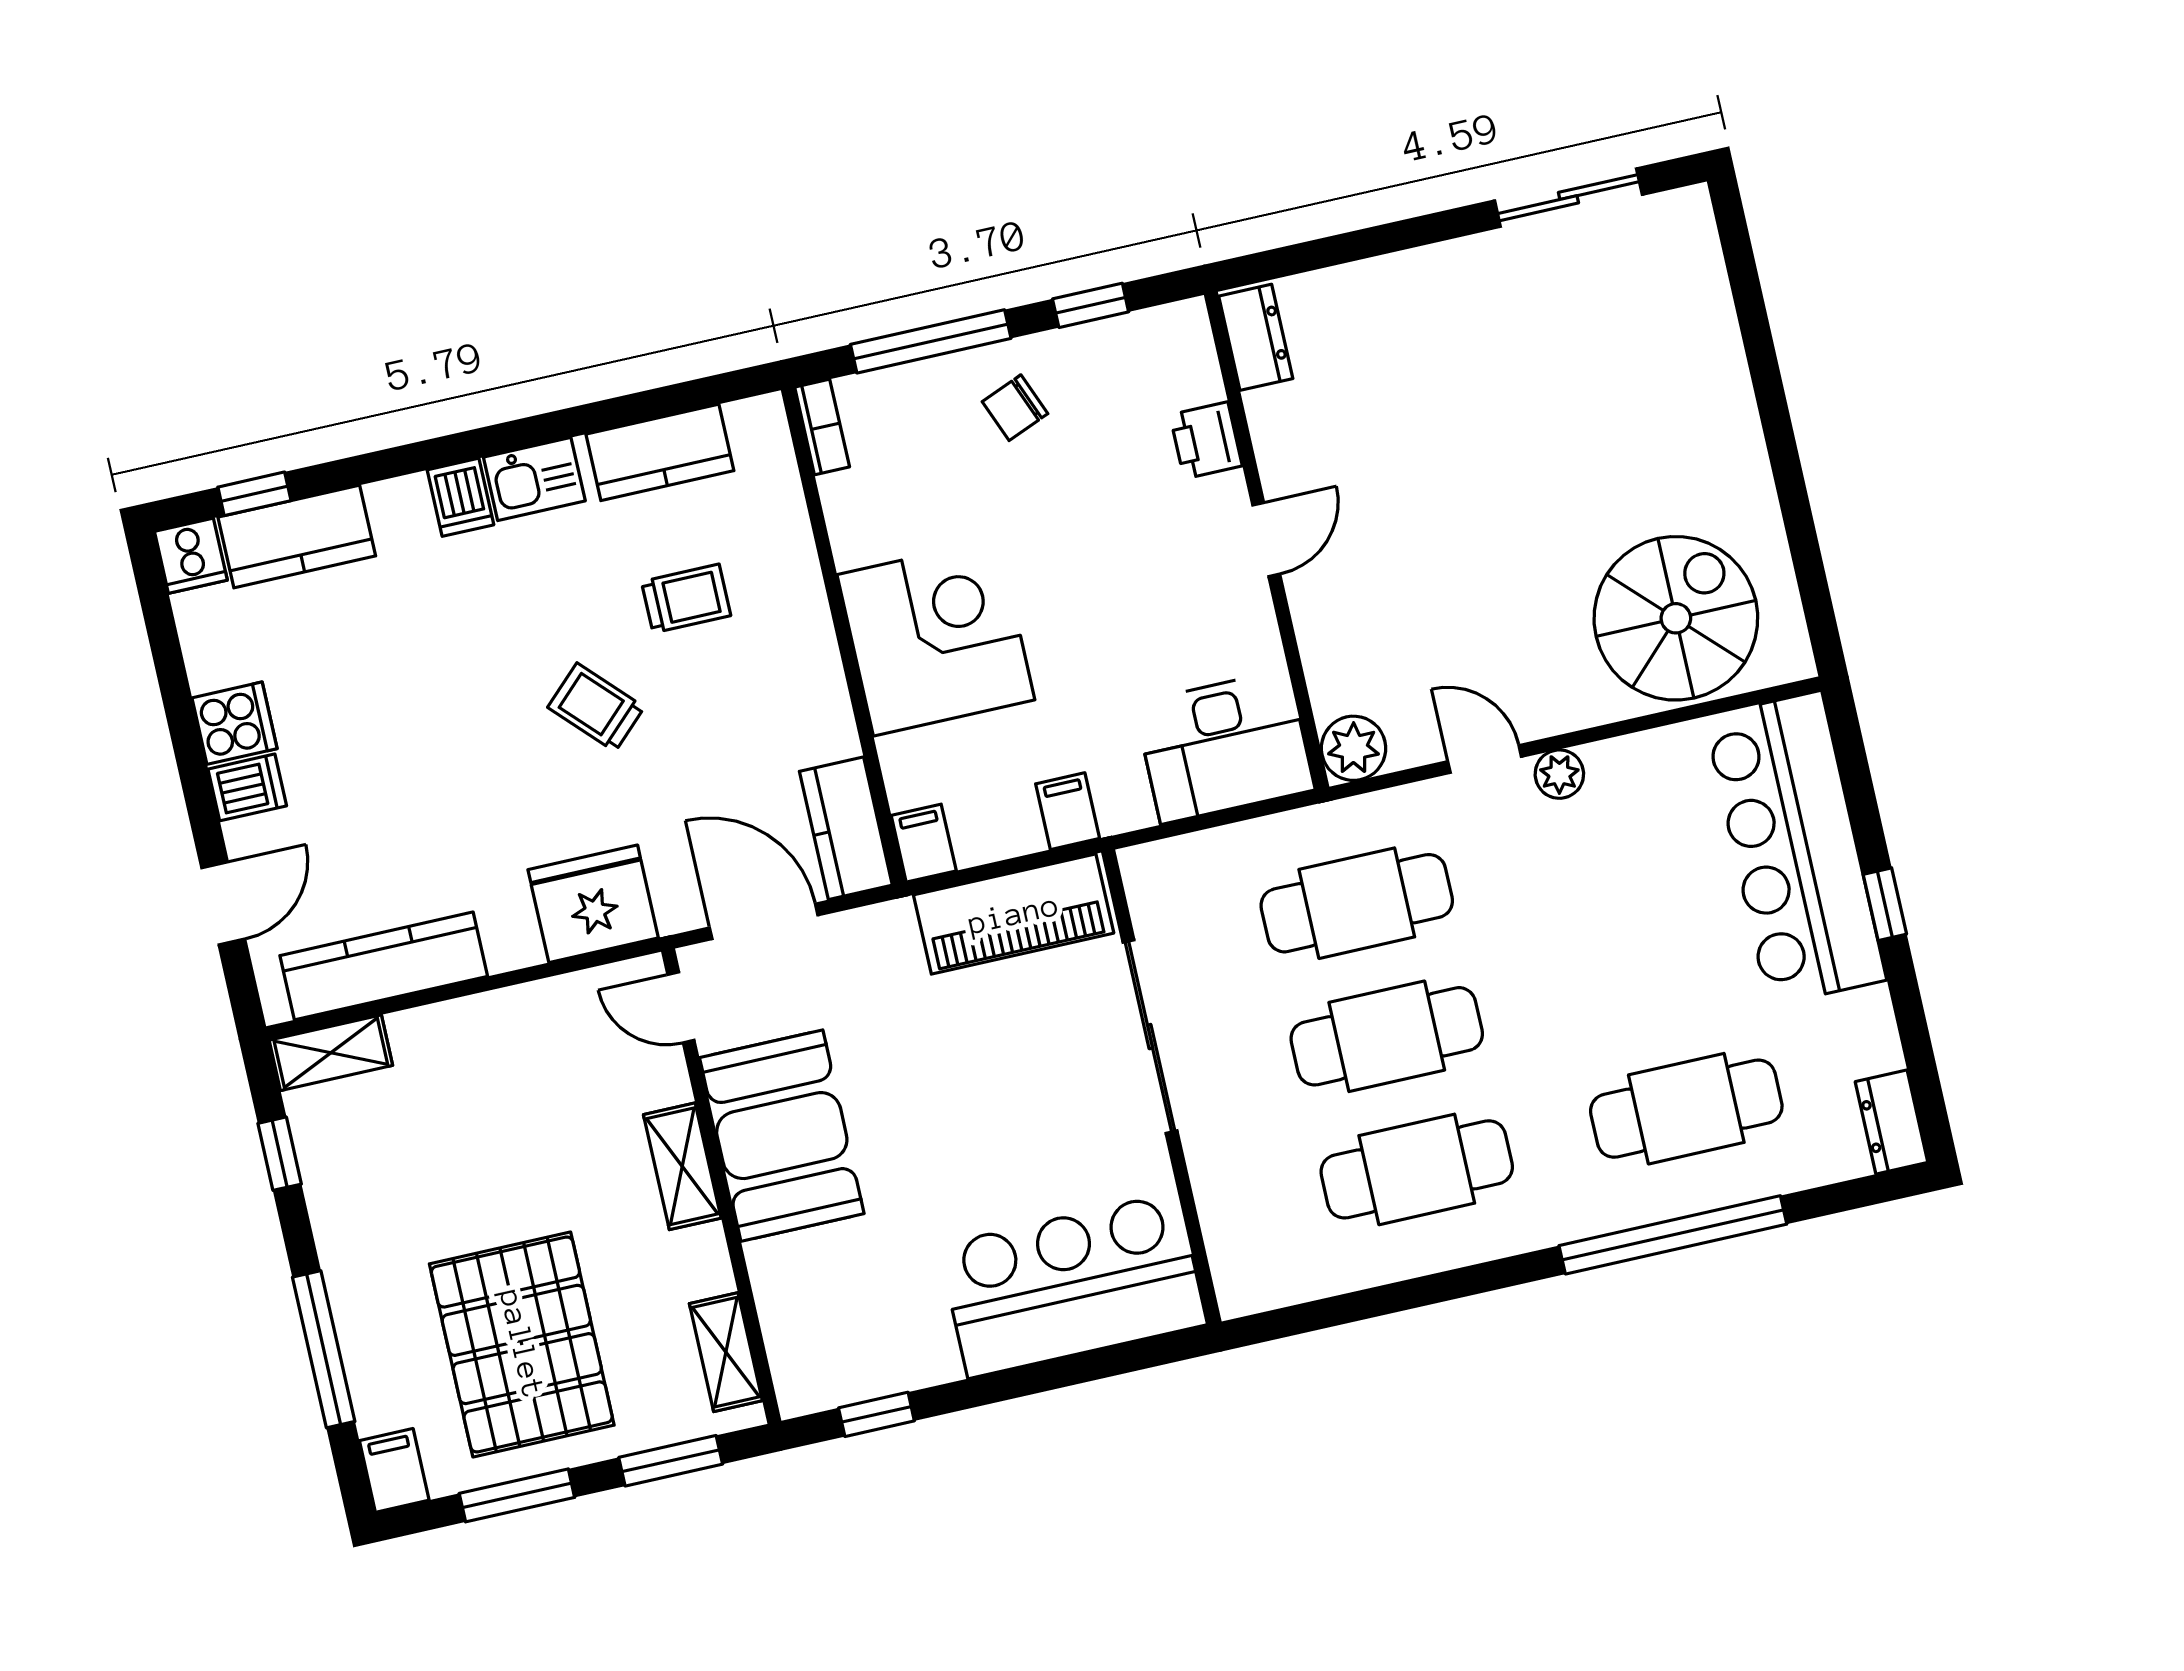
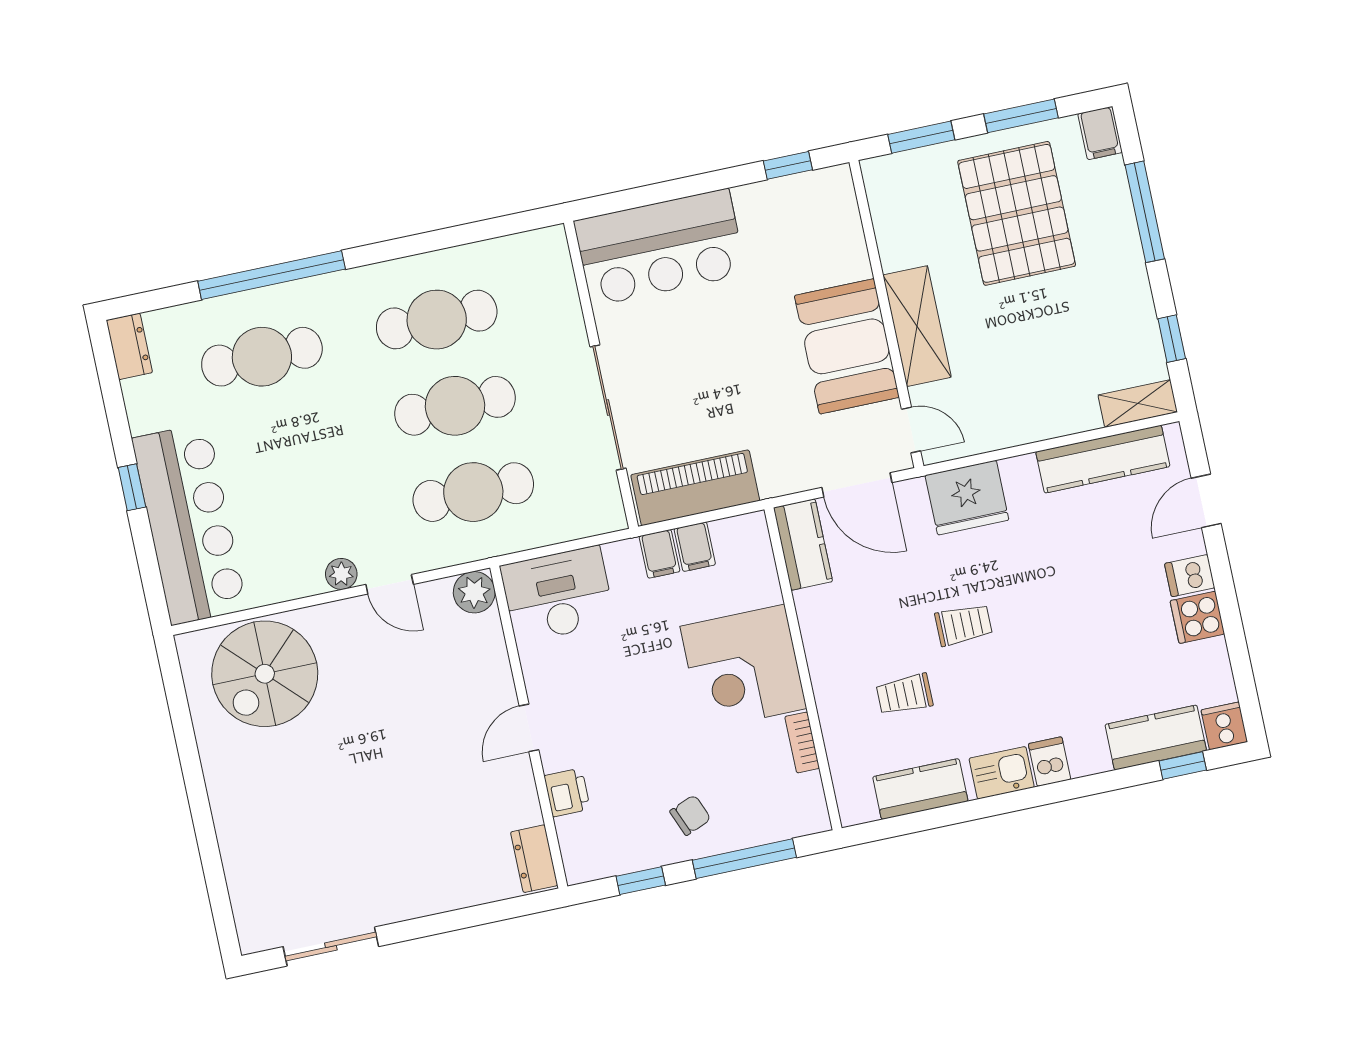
bookcase: (822, 427) -> (802, 742), moved
trolley: (596, 707) -> (964, 625), turned -46
filing cabinet: (924, 843) -> (695, 547), moved
shelving: (682, 1166) -> (917, 326), width x1.50, depth x1.33
shelving: (726, 1352) -> (885, 207), removed

